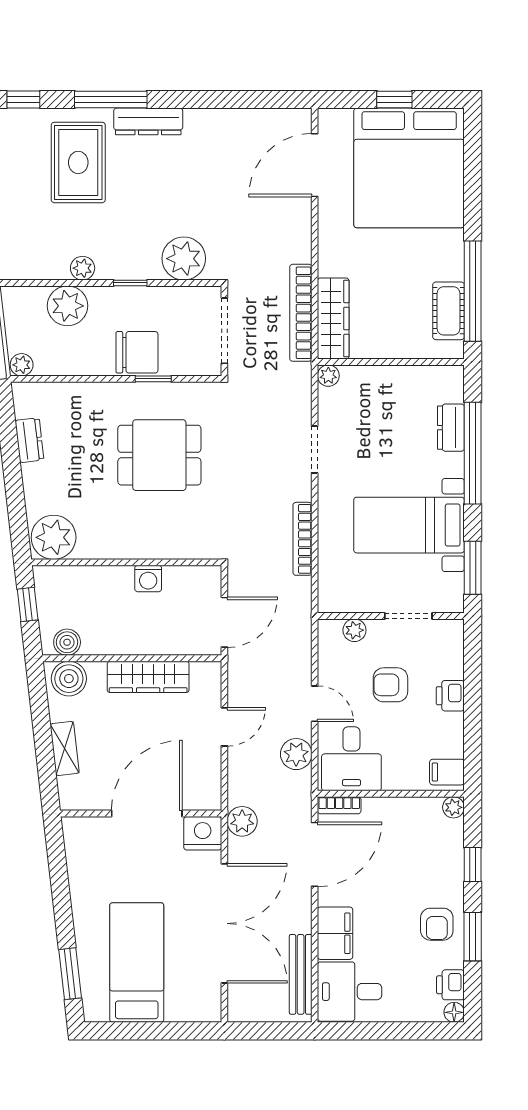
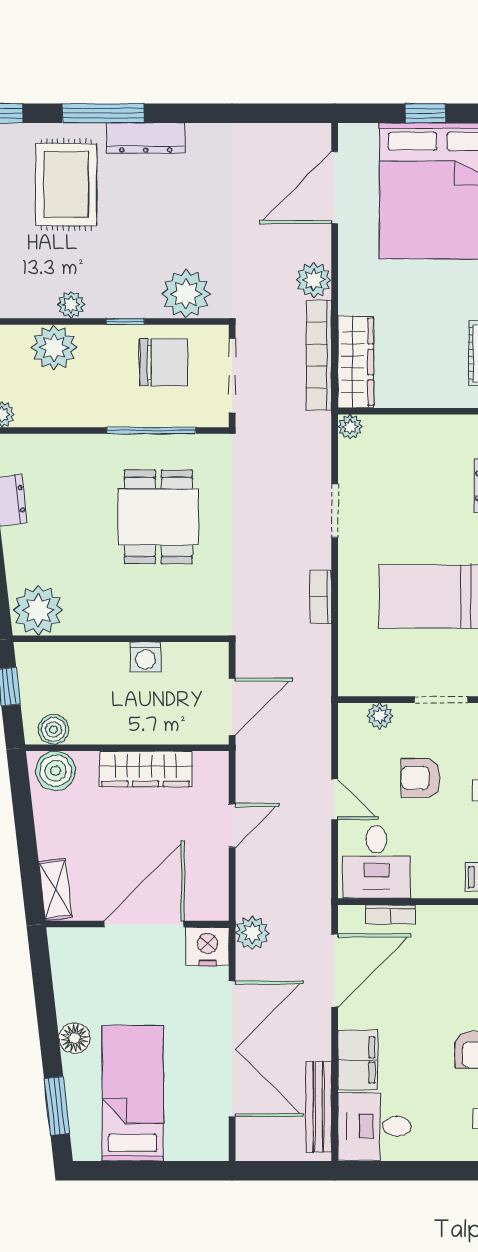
chair: (137, 352) -> (164, 362), moved
window: (153, 379) -> (151, 430), width x2.17
dining table: (159, 455) -> (158, 517), turned 90
bookcase: (302, 539) -> (321, 597), width x0.64
shelving: (65, 748) -> (55, 889), moved
plant: (296, 754) -> (314, 280), moved
bookcase: (339, 805) -> (390, 915), moved
floor lamp: (86, 914) -> (74, 1038), added

